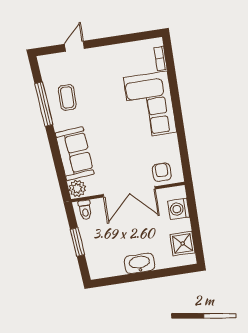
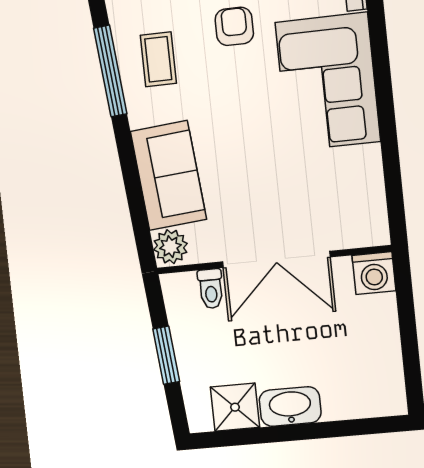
armchair: (162, 172) -> (234, 26), moved
washing machine: (179, 209) -> (374, 273), moved, turned -90
toilet: (85, 210) -> (211, 289), moved
shower: (183, 244) -> (235, 407), moved

